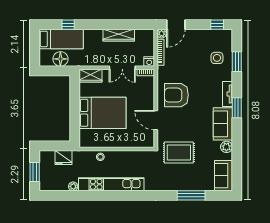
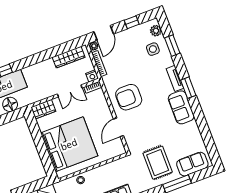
window: (217, 25) -> (132, 22), moved
wardrobe: (119, 35) -> (69, 57), moved
bed: (102, 113) -> (69, 144), width x1.36
door: (156, 120) -> (118, 127), hinge flipped
plant: (226, 147) -> (156, 31), moved
rug: (179, 153) -> (158, 163), moved, turned 90
sofa: (223, 176) -> (192, 164), moved, turned 90

